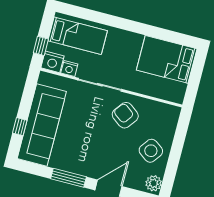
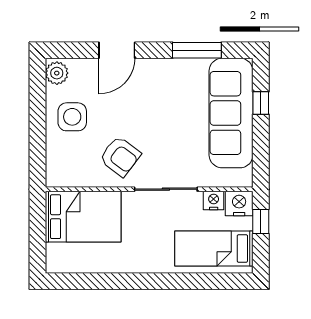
bed: (167, 59) -> (83, 217), moved
side table: (151, 151) -> (72, 117), turned -36
window: (68, 178) -> (197, 50), moved

